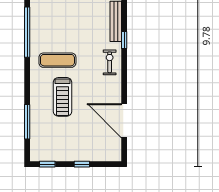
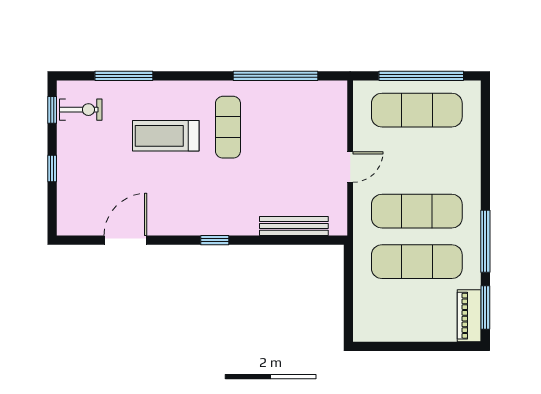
window: (124, 40) -> (215, 240), moved
exercise bike: (110, 62) -> (81, 110), moved
door: (124, 121) -> (125, 240), width x0.73

